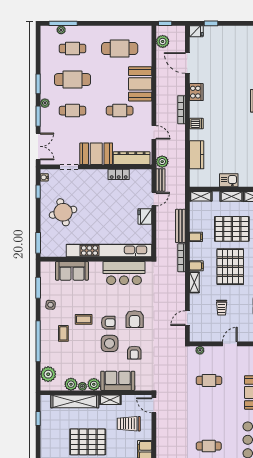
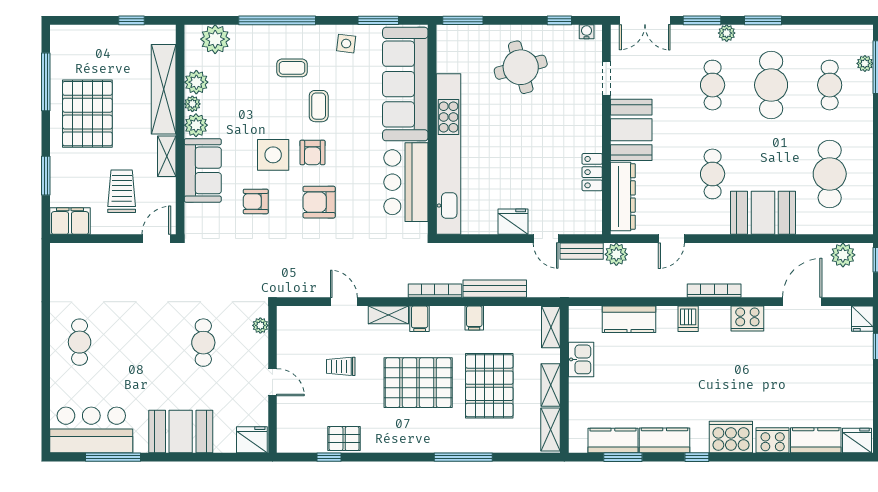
kitchen sink: (229, 180) -> (581, 359), moved
sofa: (72, 271) -> (405, 84), width x1.85, depth x1.27
door: (187, 318) -> (344, 302), moved

